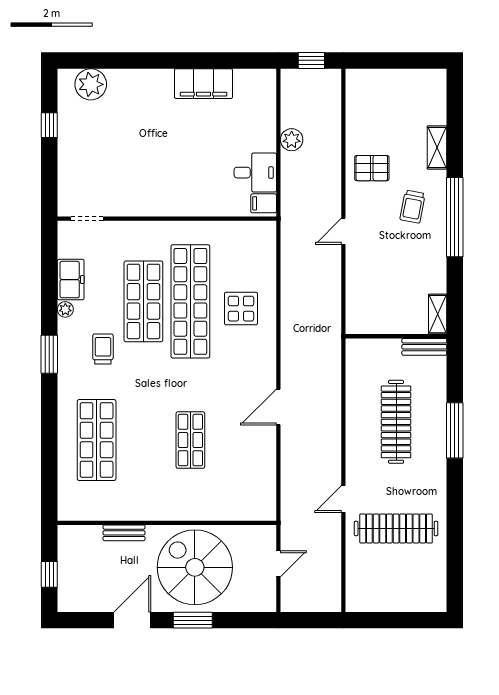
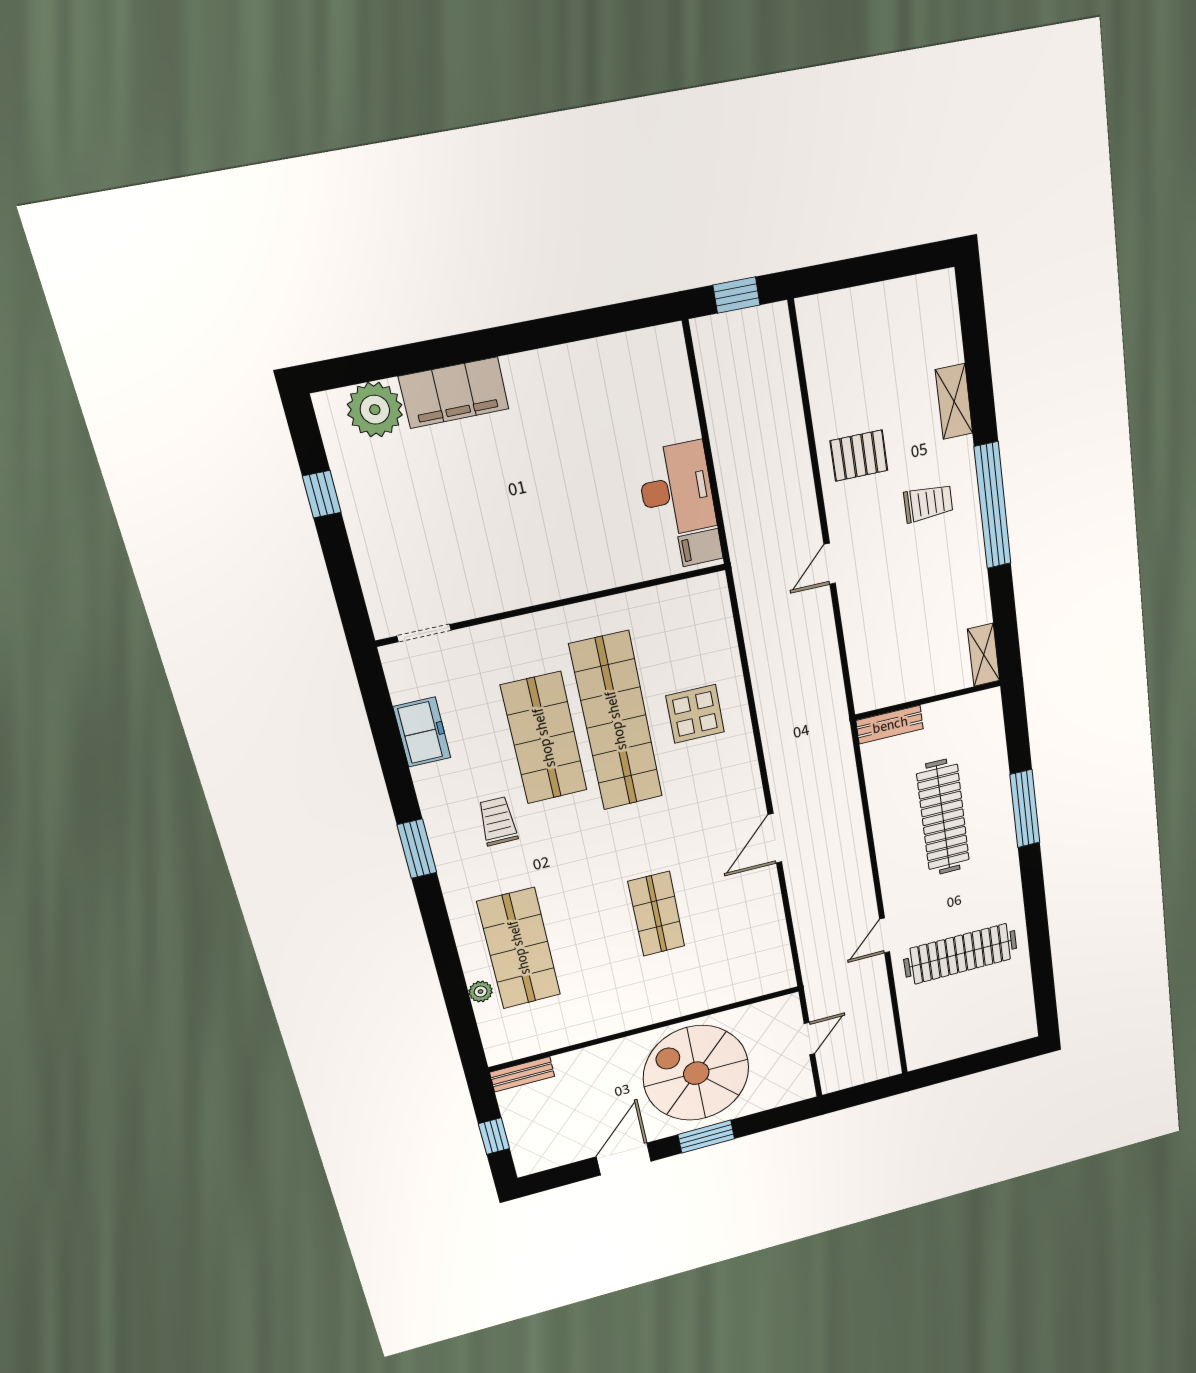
filing cabinet: (204, 84) -> (454, 393), moved
plant: (292, 140) -> (727, 436), removed
desk: (255, 173) -> (676, 490), width x1.37
trolley: (413, 207) -> (928, 503), turned -101
plant: (65, 309) -> (481, 992), moved
bench: (424, 347) -> (890, 725), moved
bench: (124, 533) -> (522, 1074), moved

